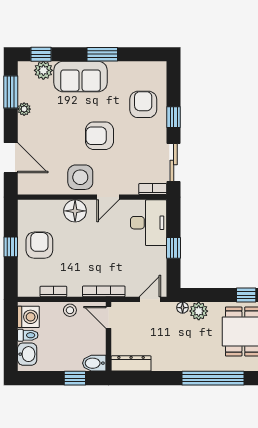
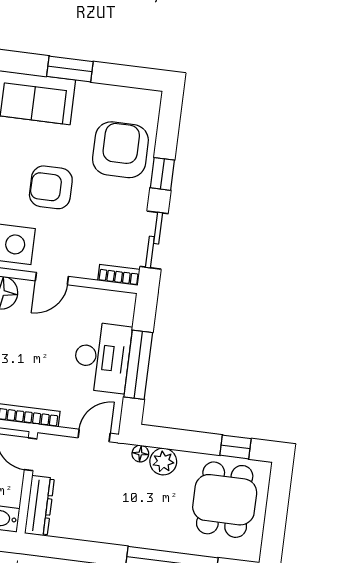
armchair: (143, 104) -> (120, 150), width x1.36, depth x1.36
desk: (149, 223) -> (102, 357), moved
window: (174, 248) -> (138, 365), width x2.17
dresser: (131, 363) -> (39, 506), moved, turned 90

